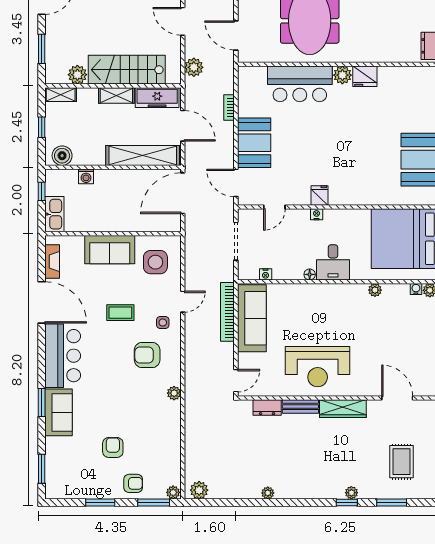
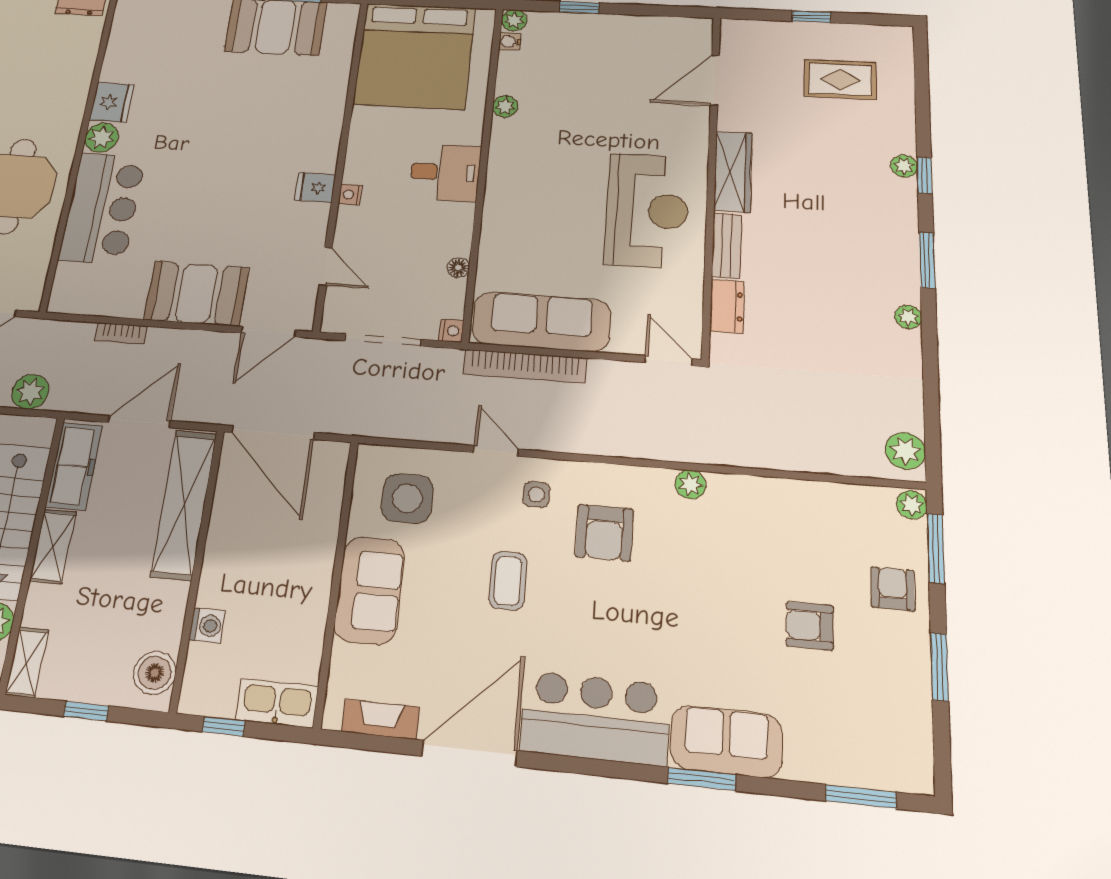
nightstand: (266, 274) -> (451, 331), moved
floor lamp: (310, 274) -> (458, 268), moved
window: (392, 502) -> (927, 260), moved

